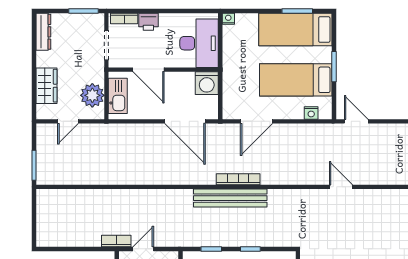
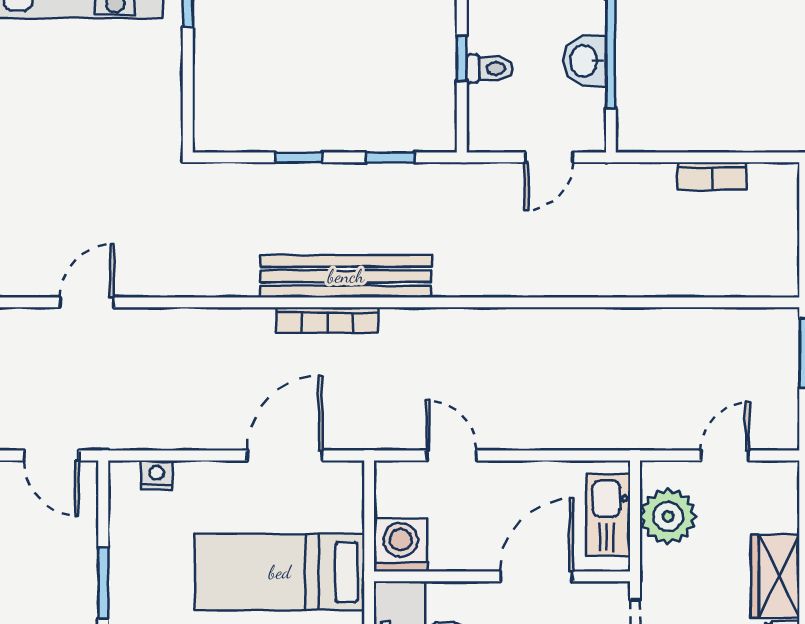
door: (149, 70) -> (537, 576), hinge flipped
bed: (296, 80) -> (280, 572), moved, turned 180
wardrobe: (46, 86) -> (775, 576), moved
door: (185, 121) -> (452, 456), width x0.53
door: (341, 187) -> (87, 302), swing flipped
bookcase: (116, 241) -> (712, 176), moved

